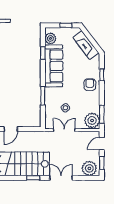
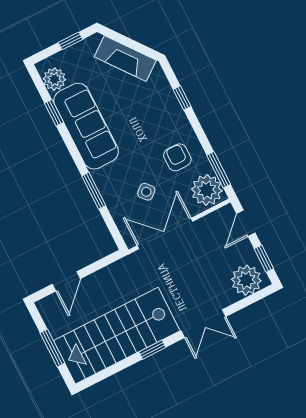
armchair: (90, 85) -> (177, 157), moved
double door: (64, 130) -> (165, 233), width x1.37
double door: (61, 178) -> (203, 324), swing flipped

